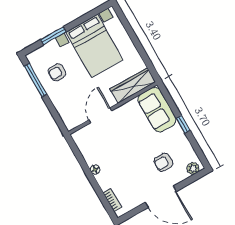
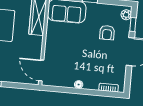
door: (100, 115) -> (41, 70), moved
window: (188, 181) -> (133, 25), added

